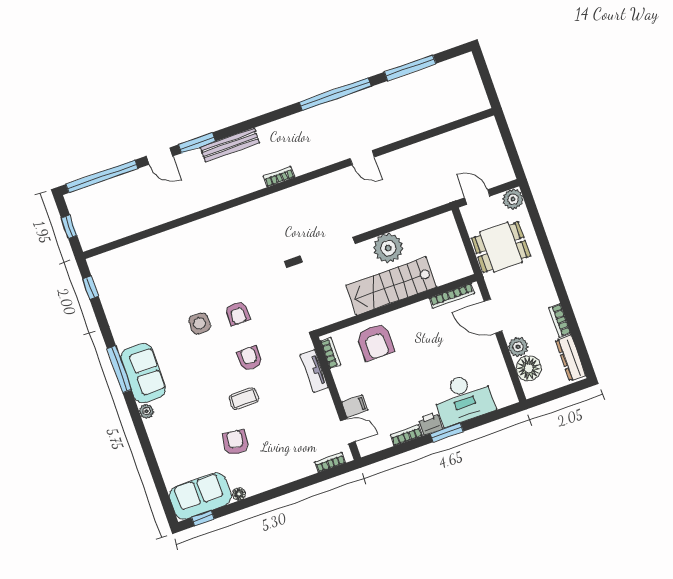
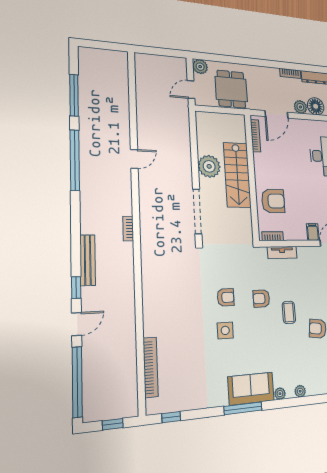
window: (197, 143) -> (76, 287), width x0.67
bookcase: (136, 249) -> (151, 367), added
plant: (156, 437) -> (300, 391), added

